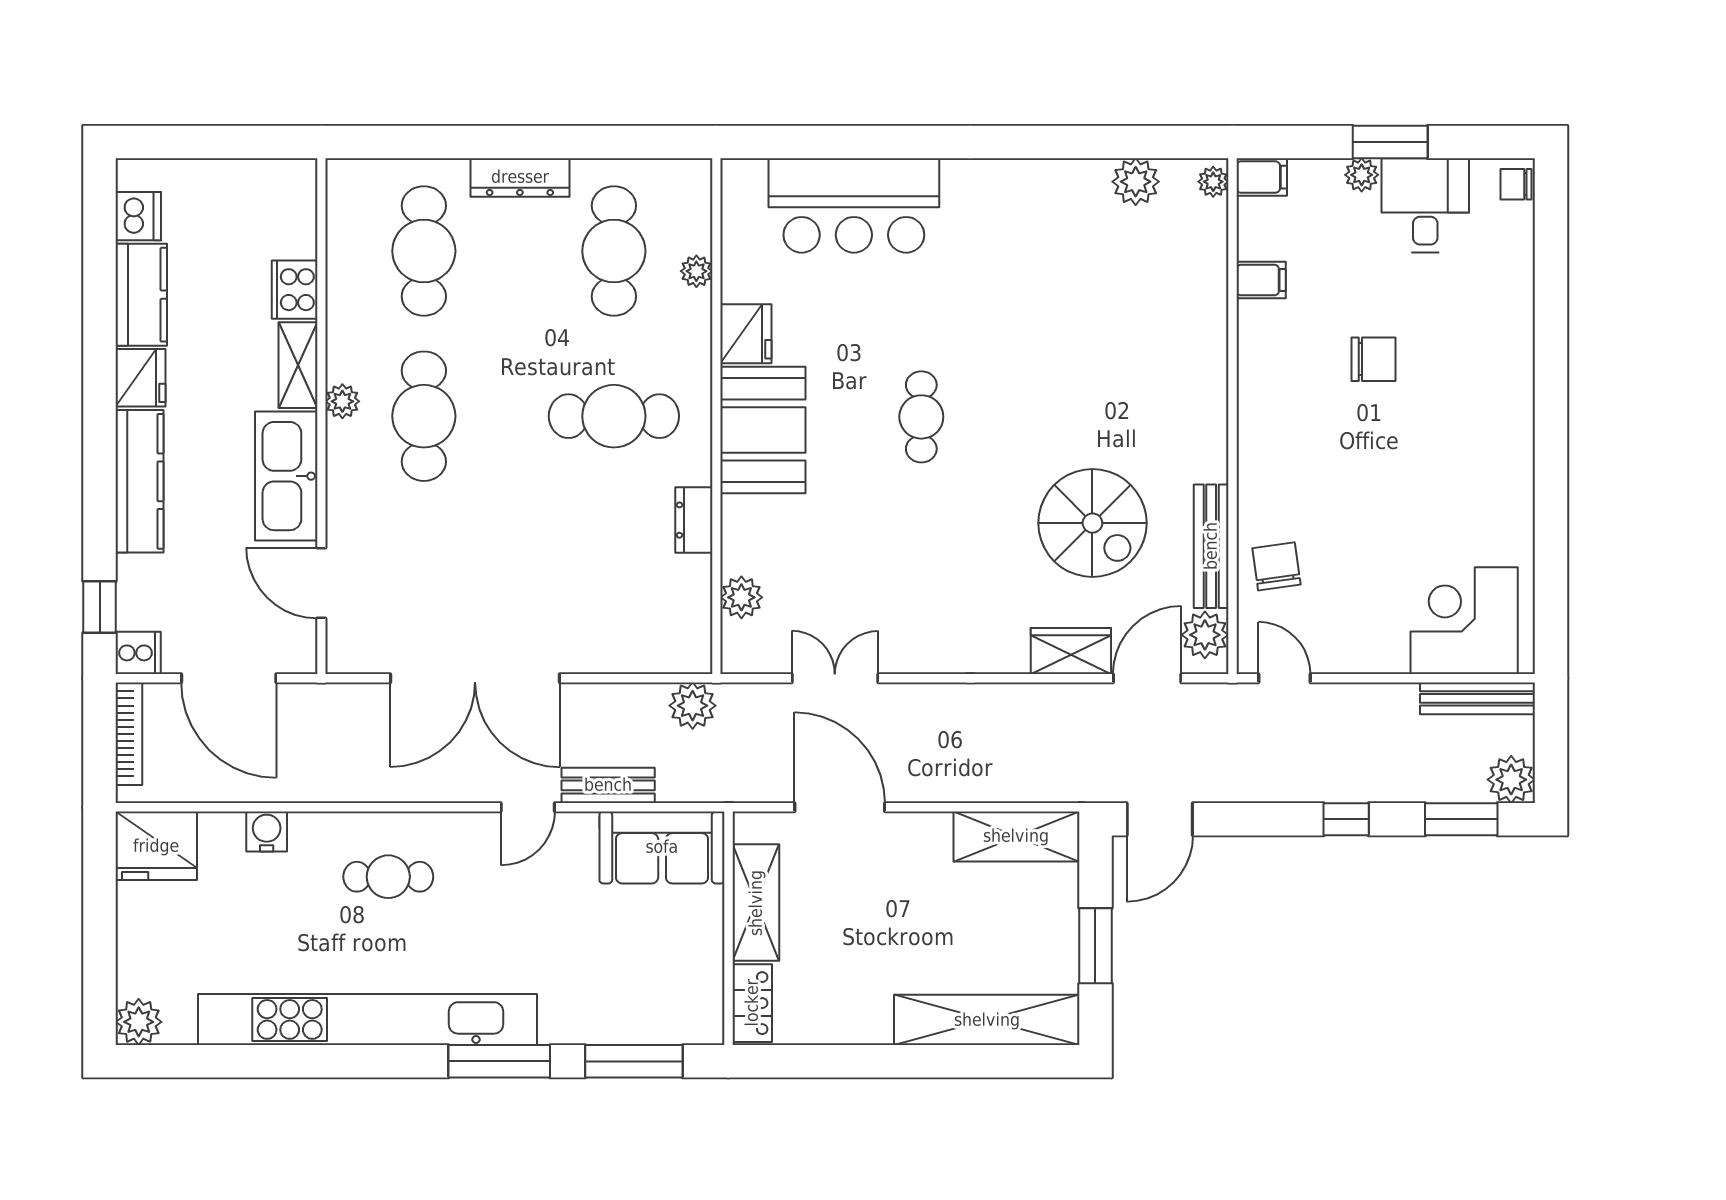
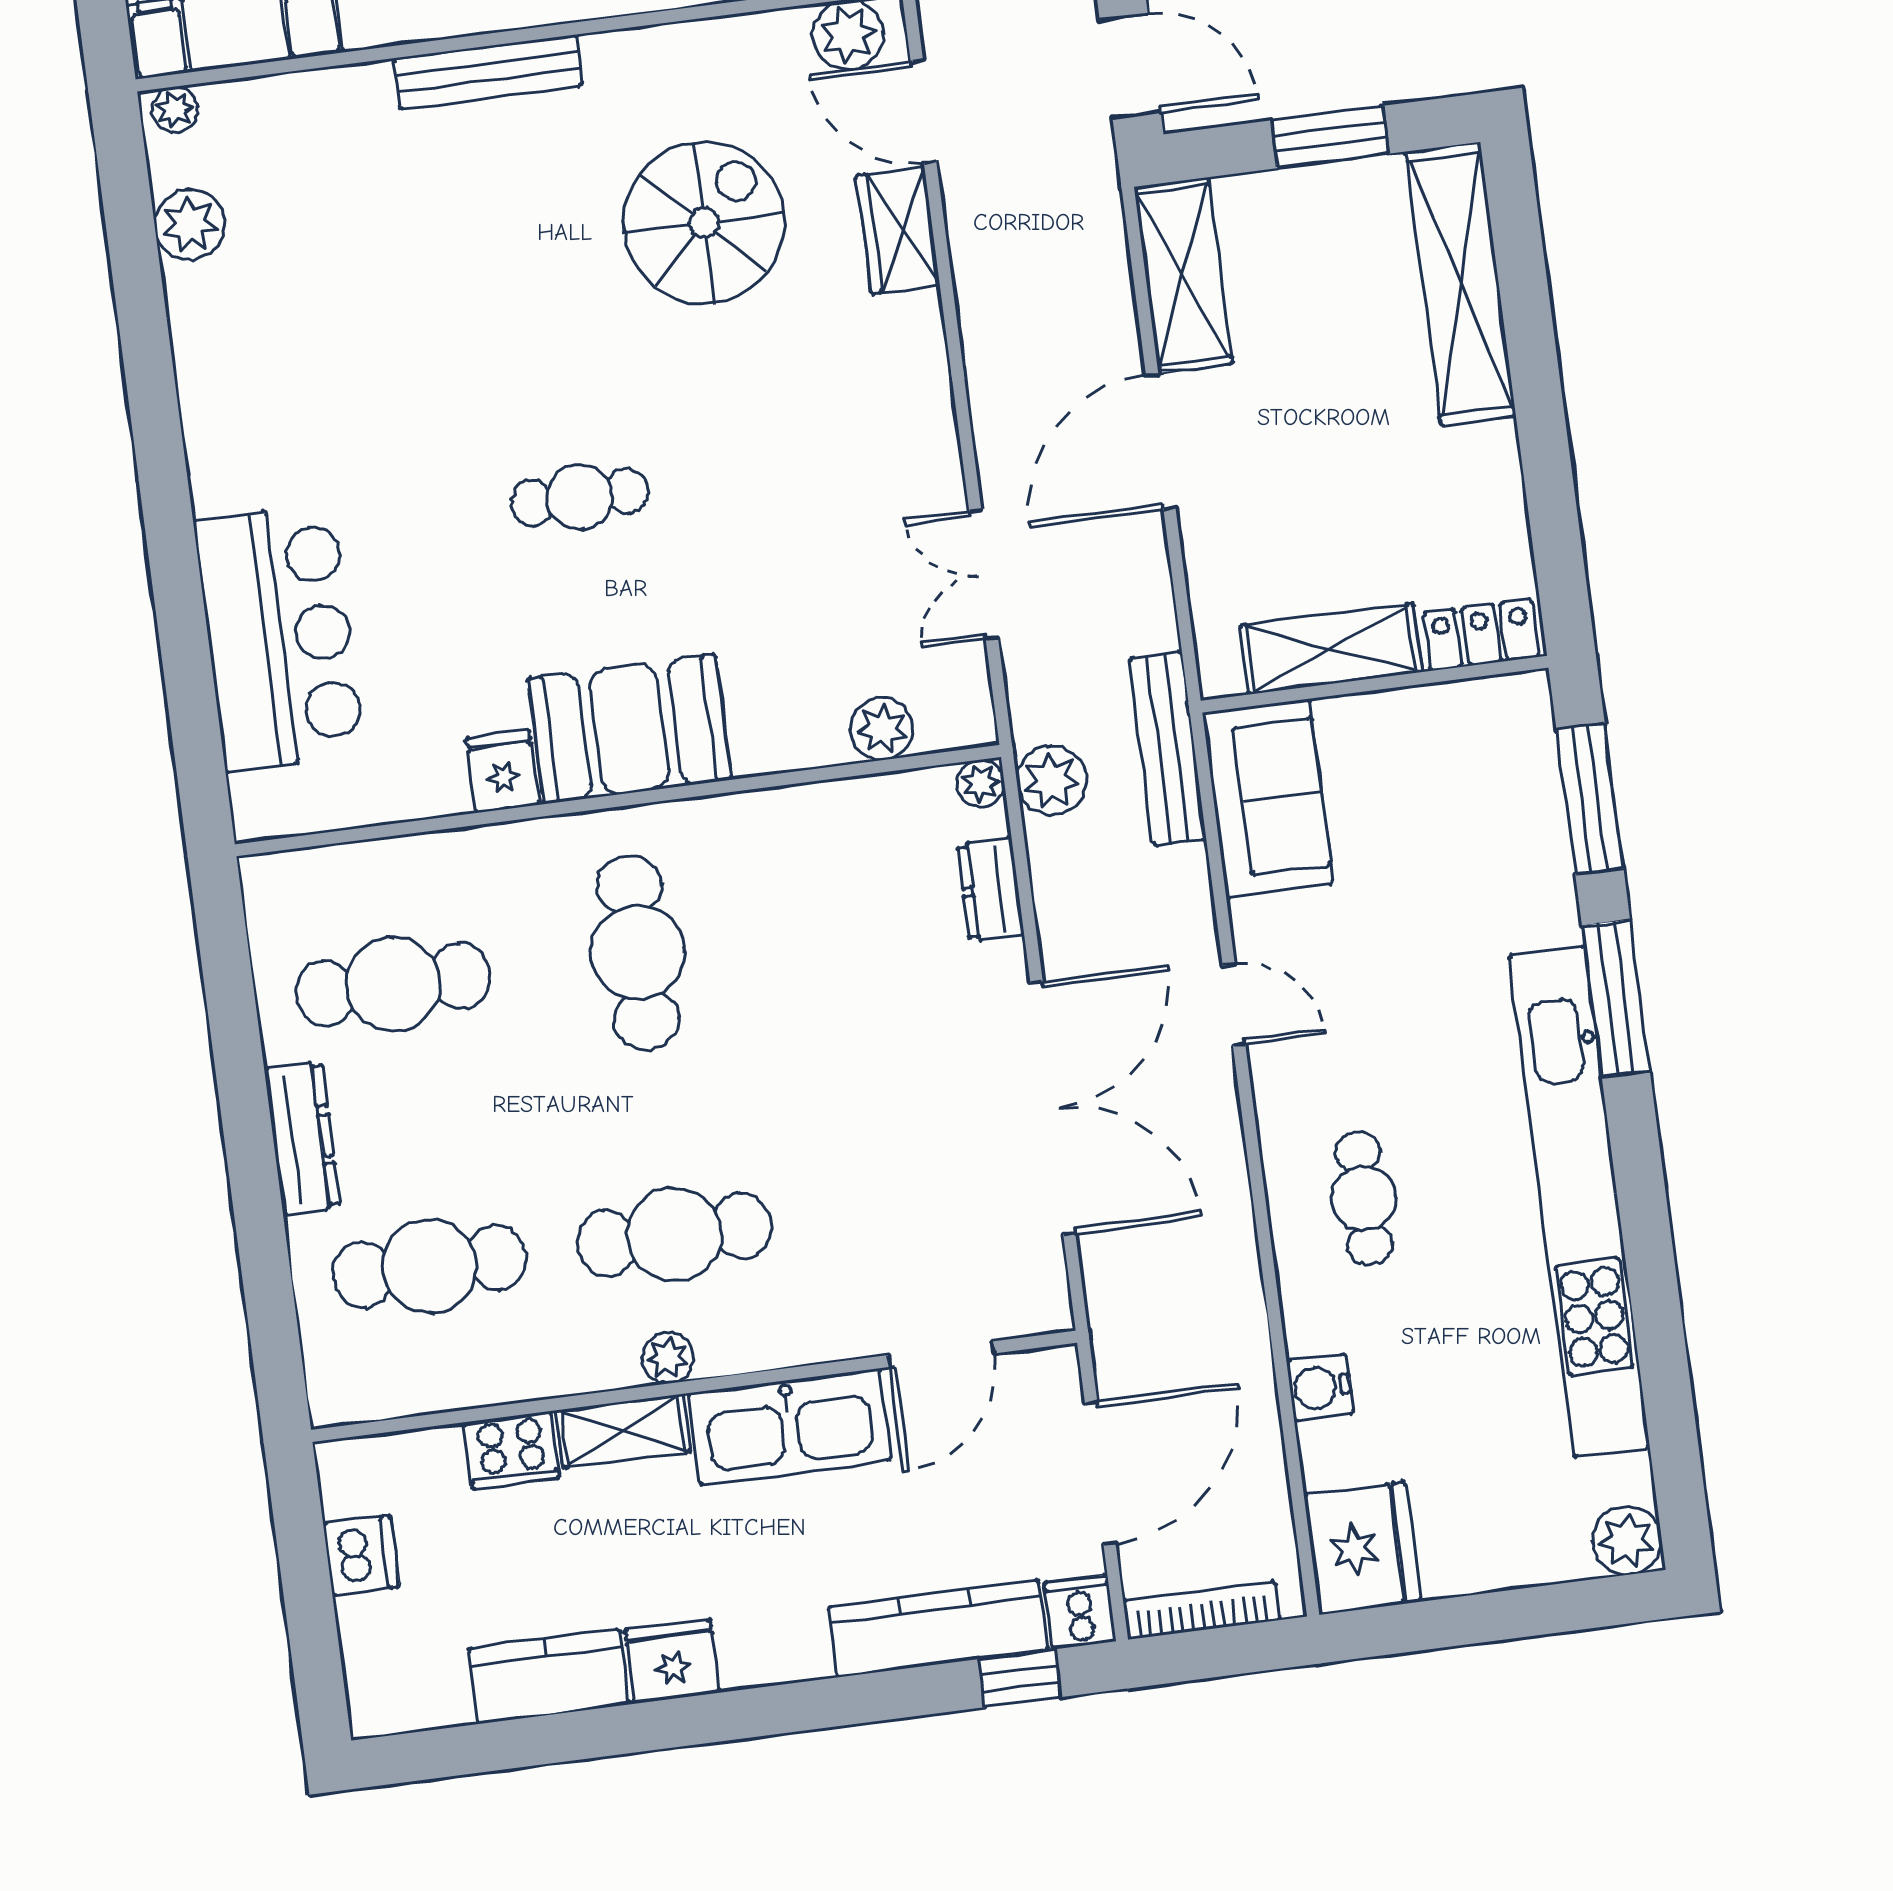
dishwasher: (138, 216) -> (361, 1555), moved, turned 90
plant: (696, 271) -> (981, 784), moved
fridge: (746, 334) -> (502, 771), width x0.72
kitchen counter: (139, 481) -> (938, 1629), moved
dresser: (694, 520) -> (990, 889), moved, turned 90
bench: (1211, 546) -> (488, 72), moved
bench: (608, 785) -> (1168, 749), moved, width x1.36
door: (840, 807) -> (1161, 442), moved

